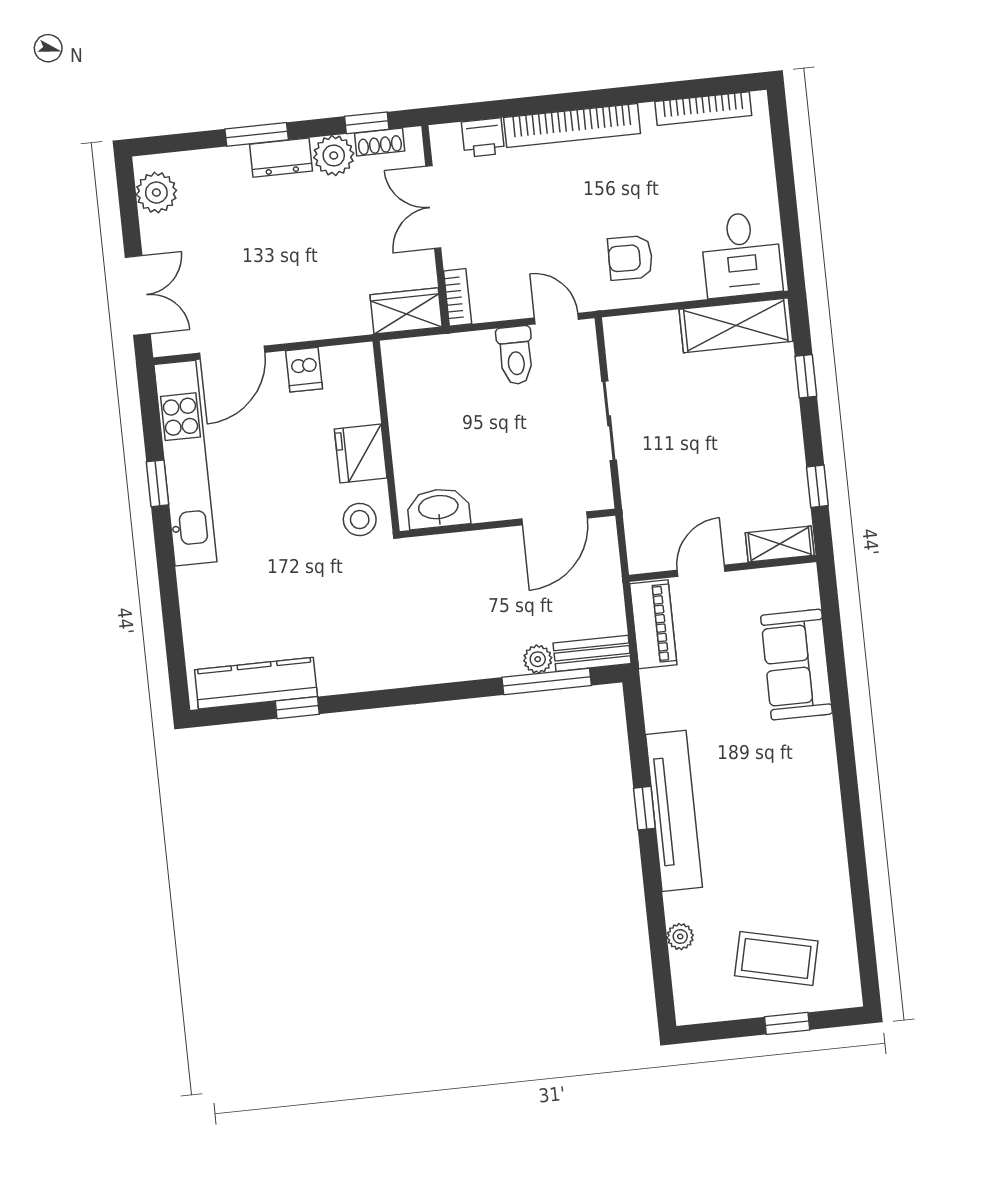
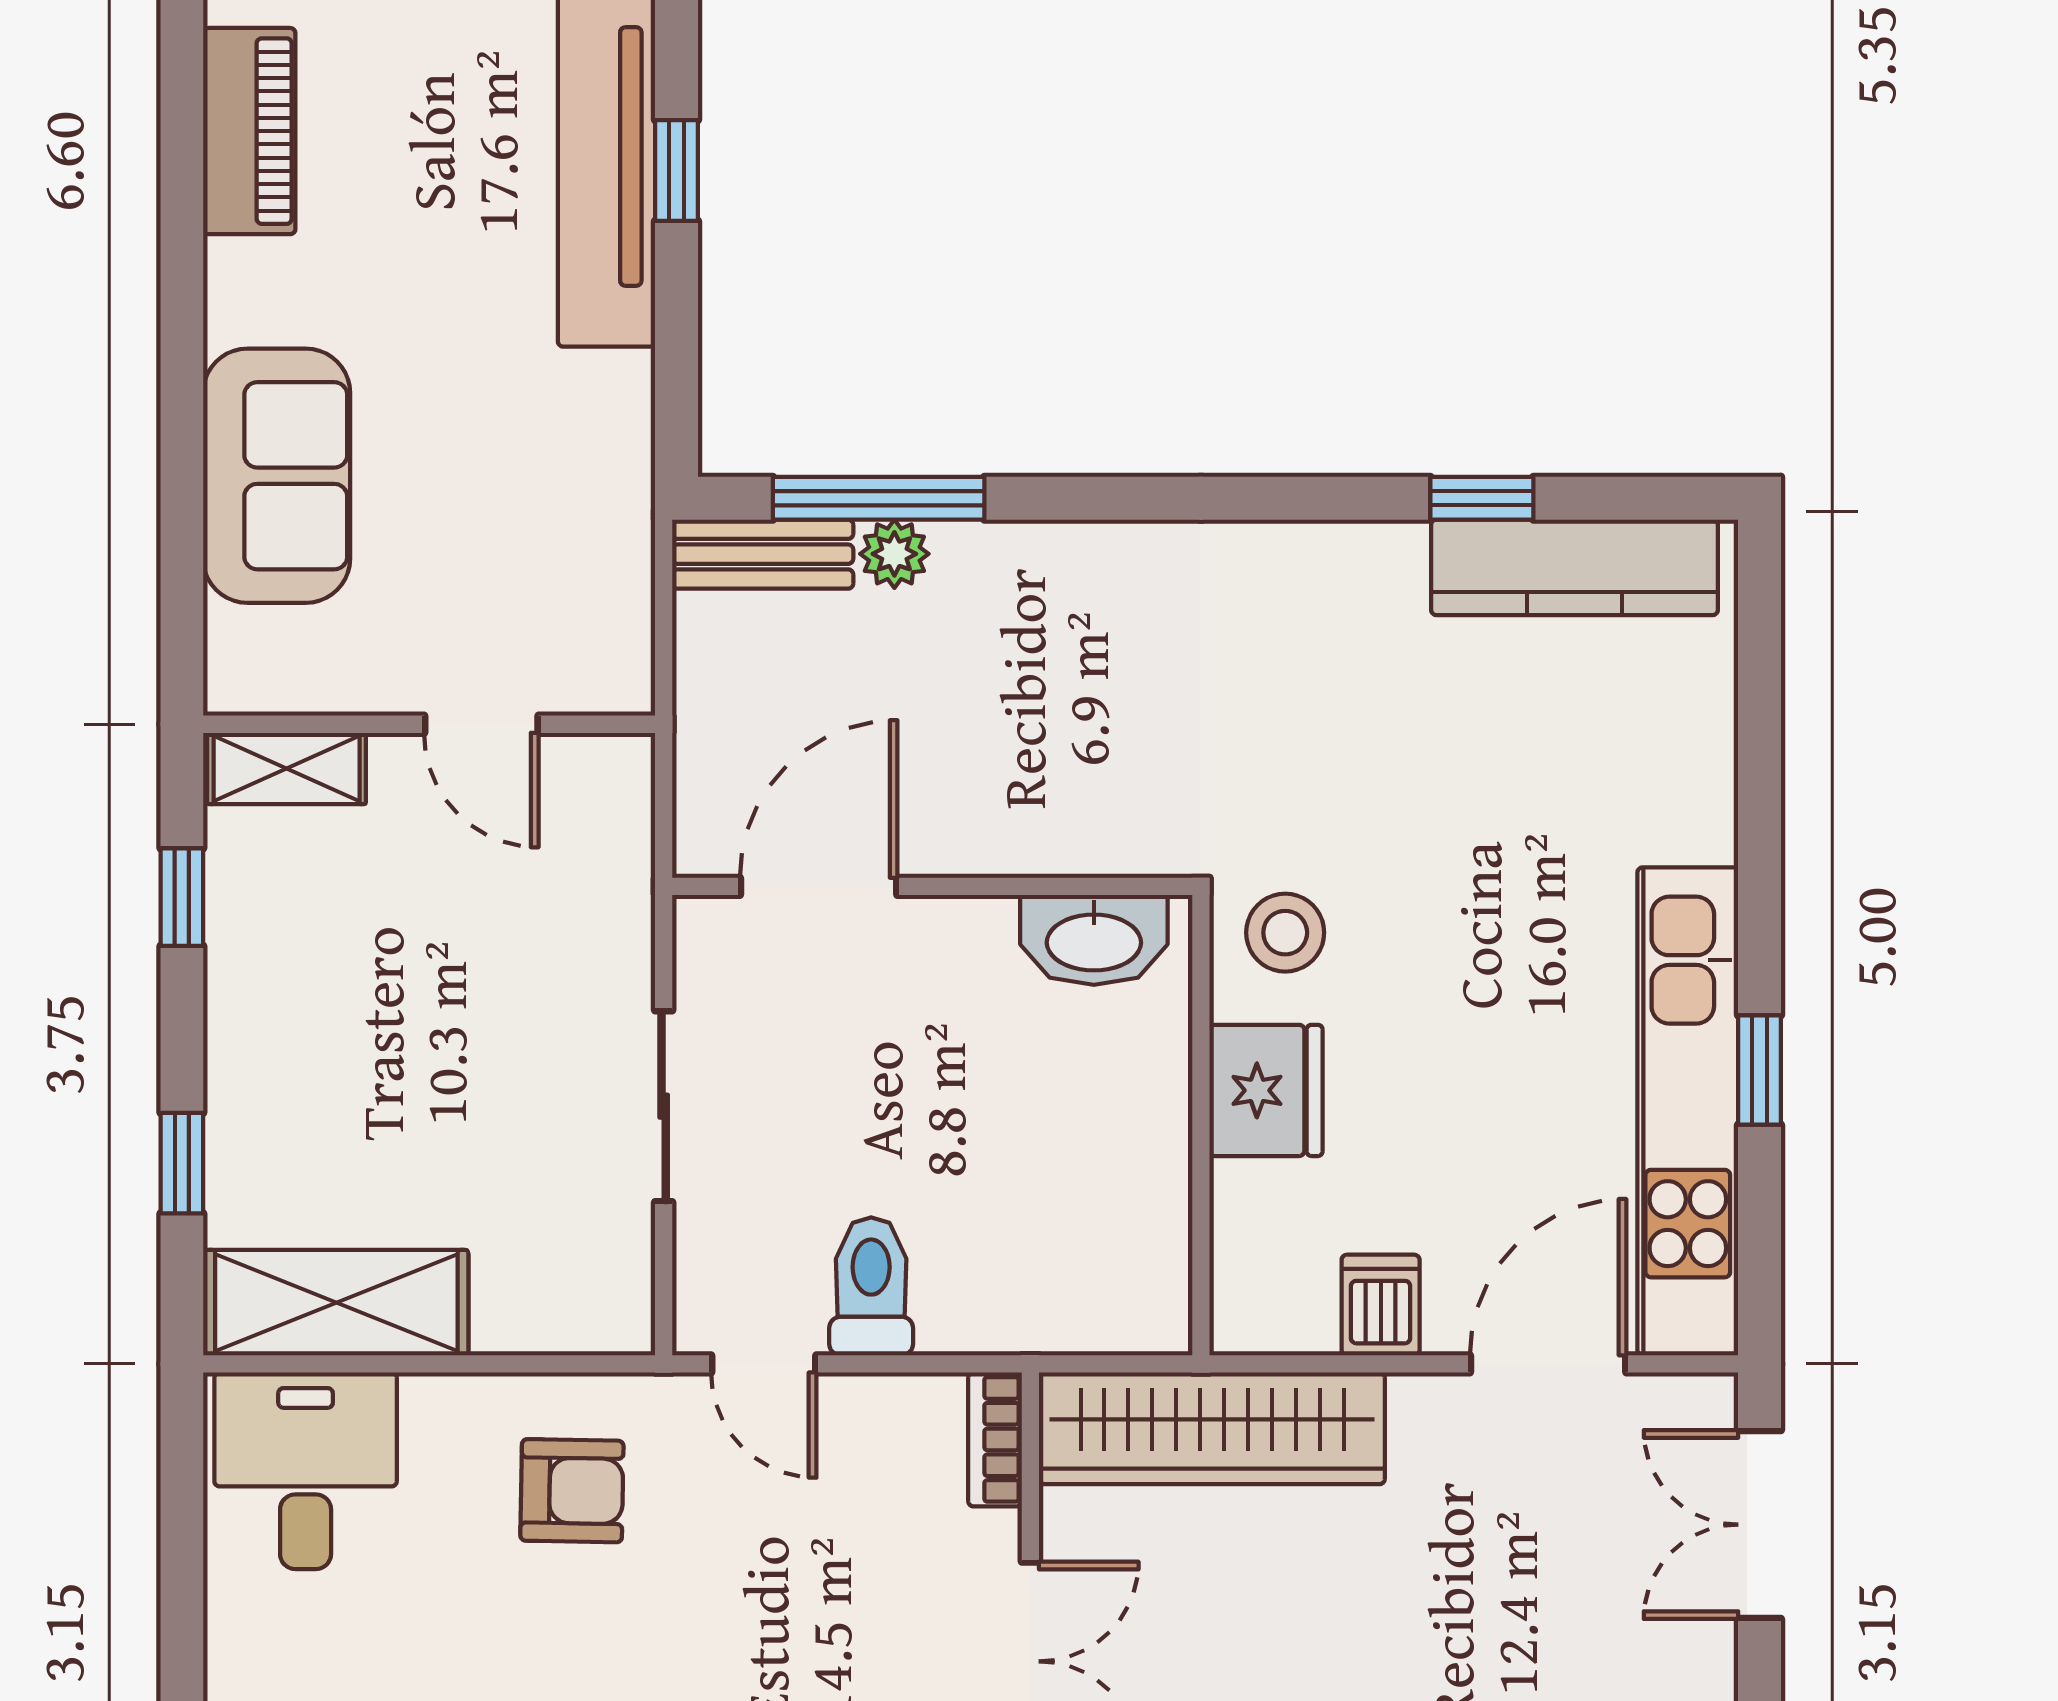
wardrobe: (406, 311) -> (1212, 1428), width x2.10, depth x1.17
door: (701, 571) -> (481, 724), hinge flipped
piano: (653, 624) -> (249, 131), moved, turned 180

